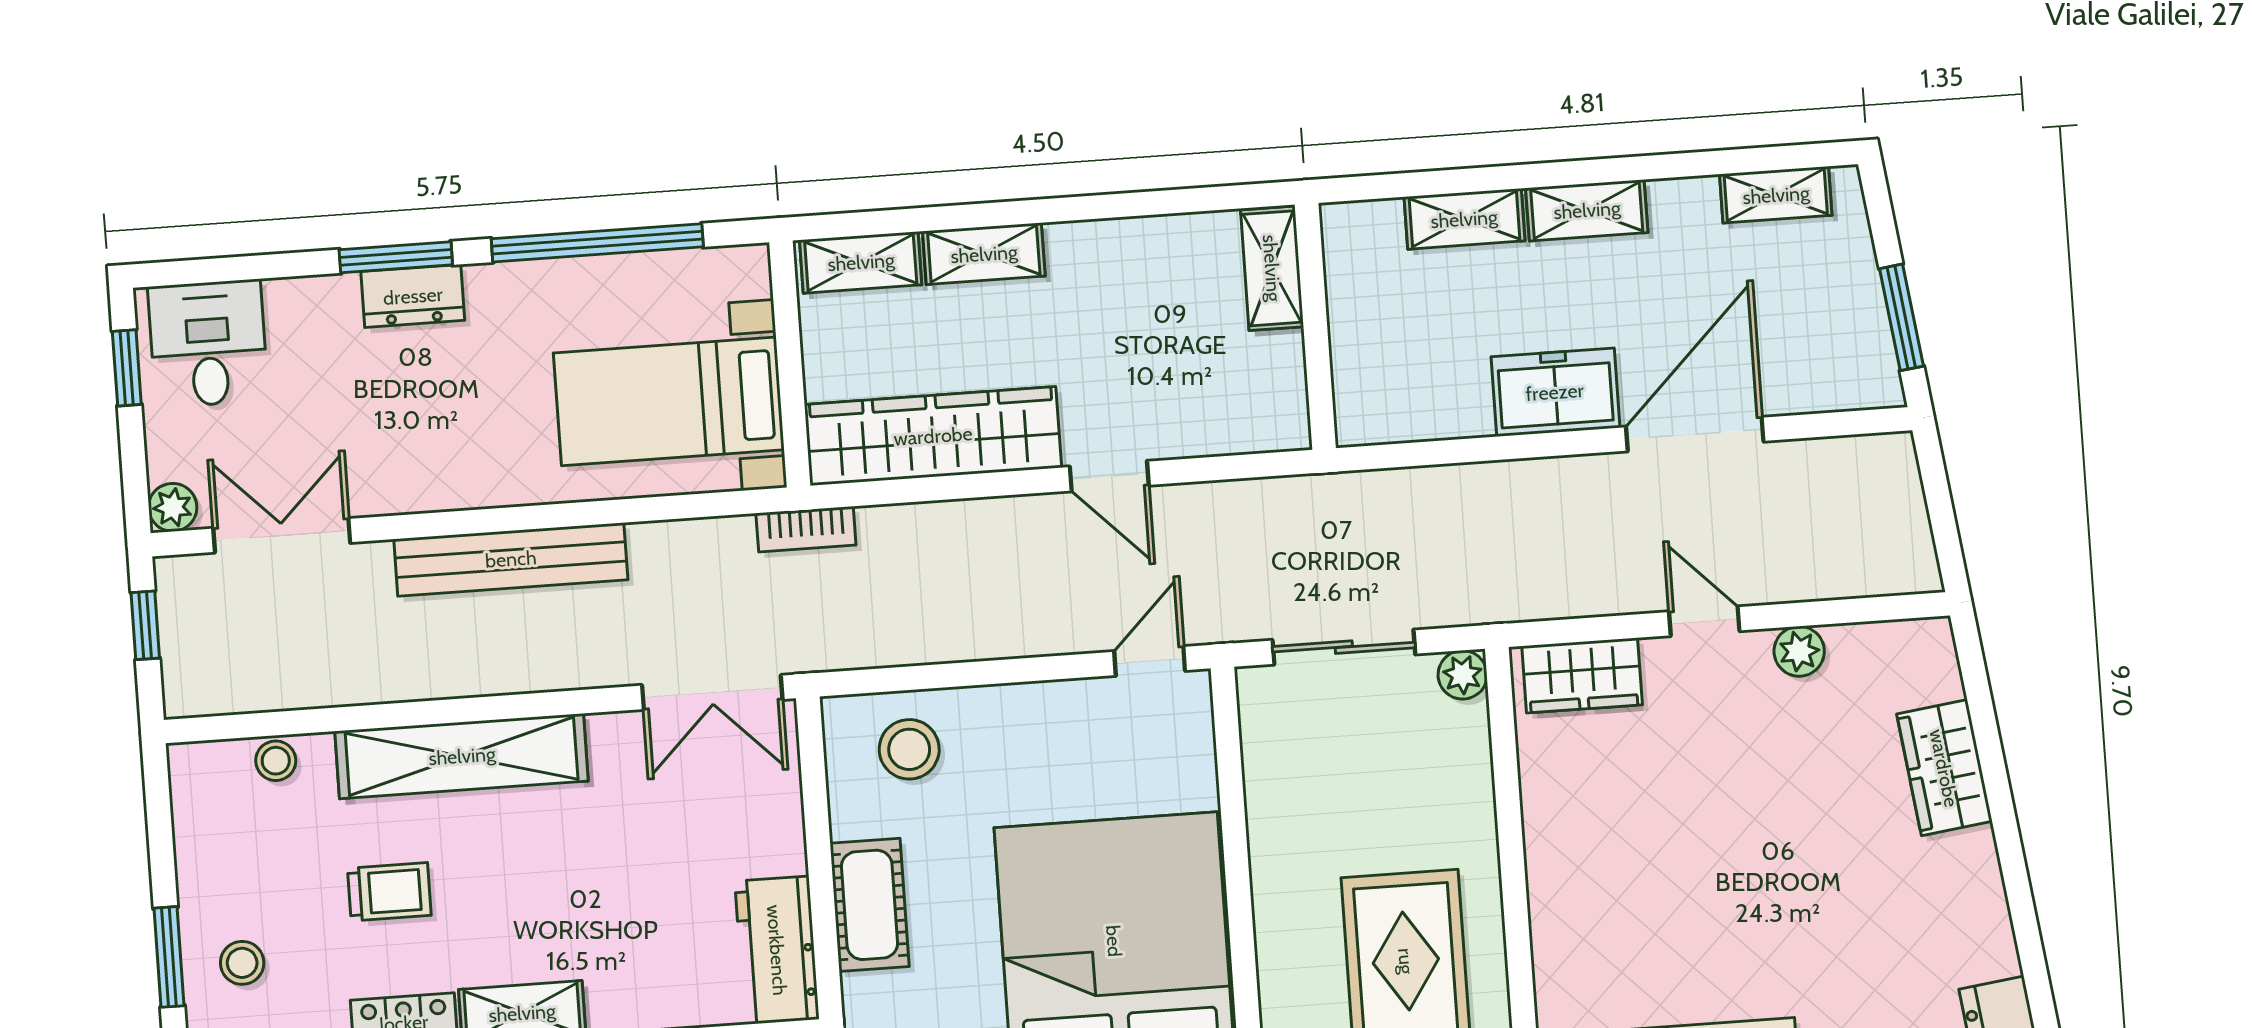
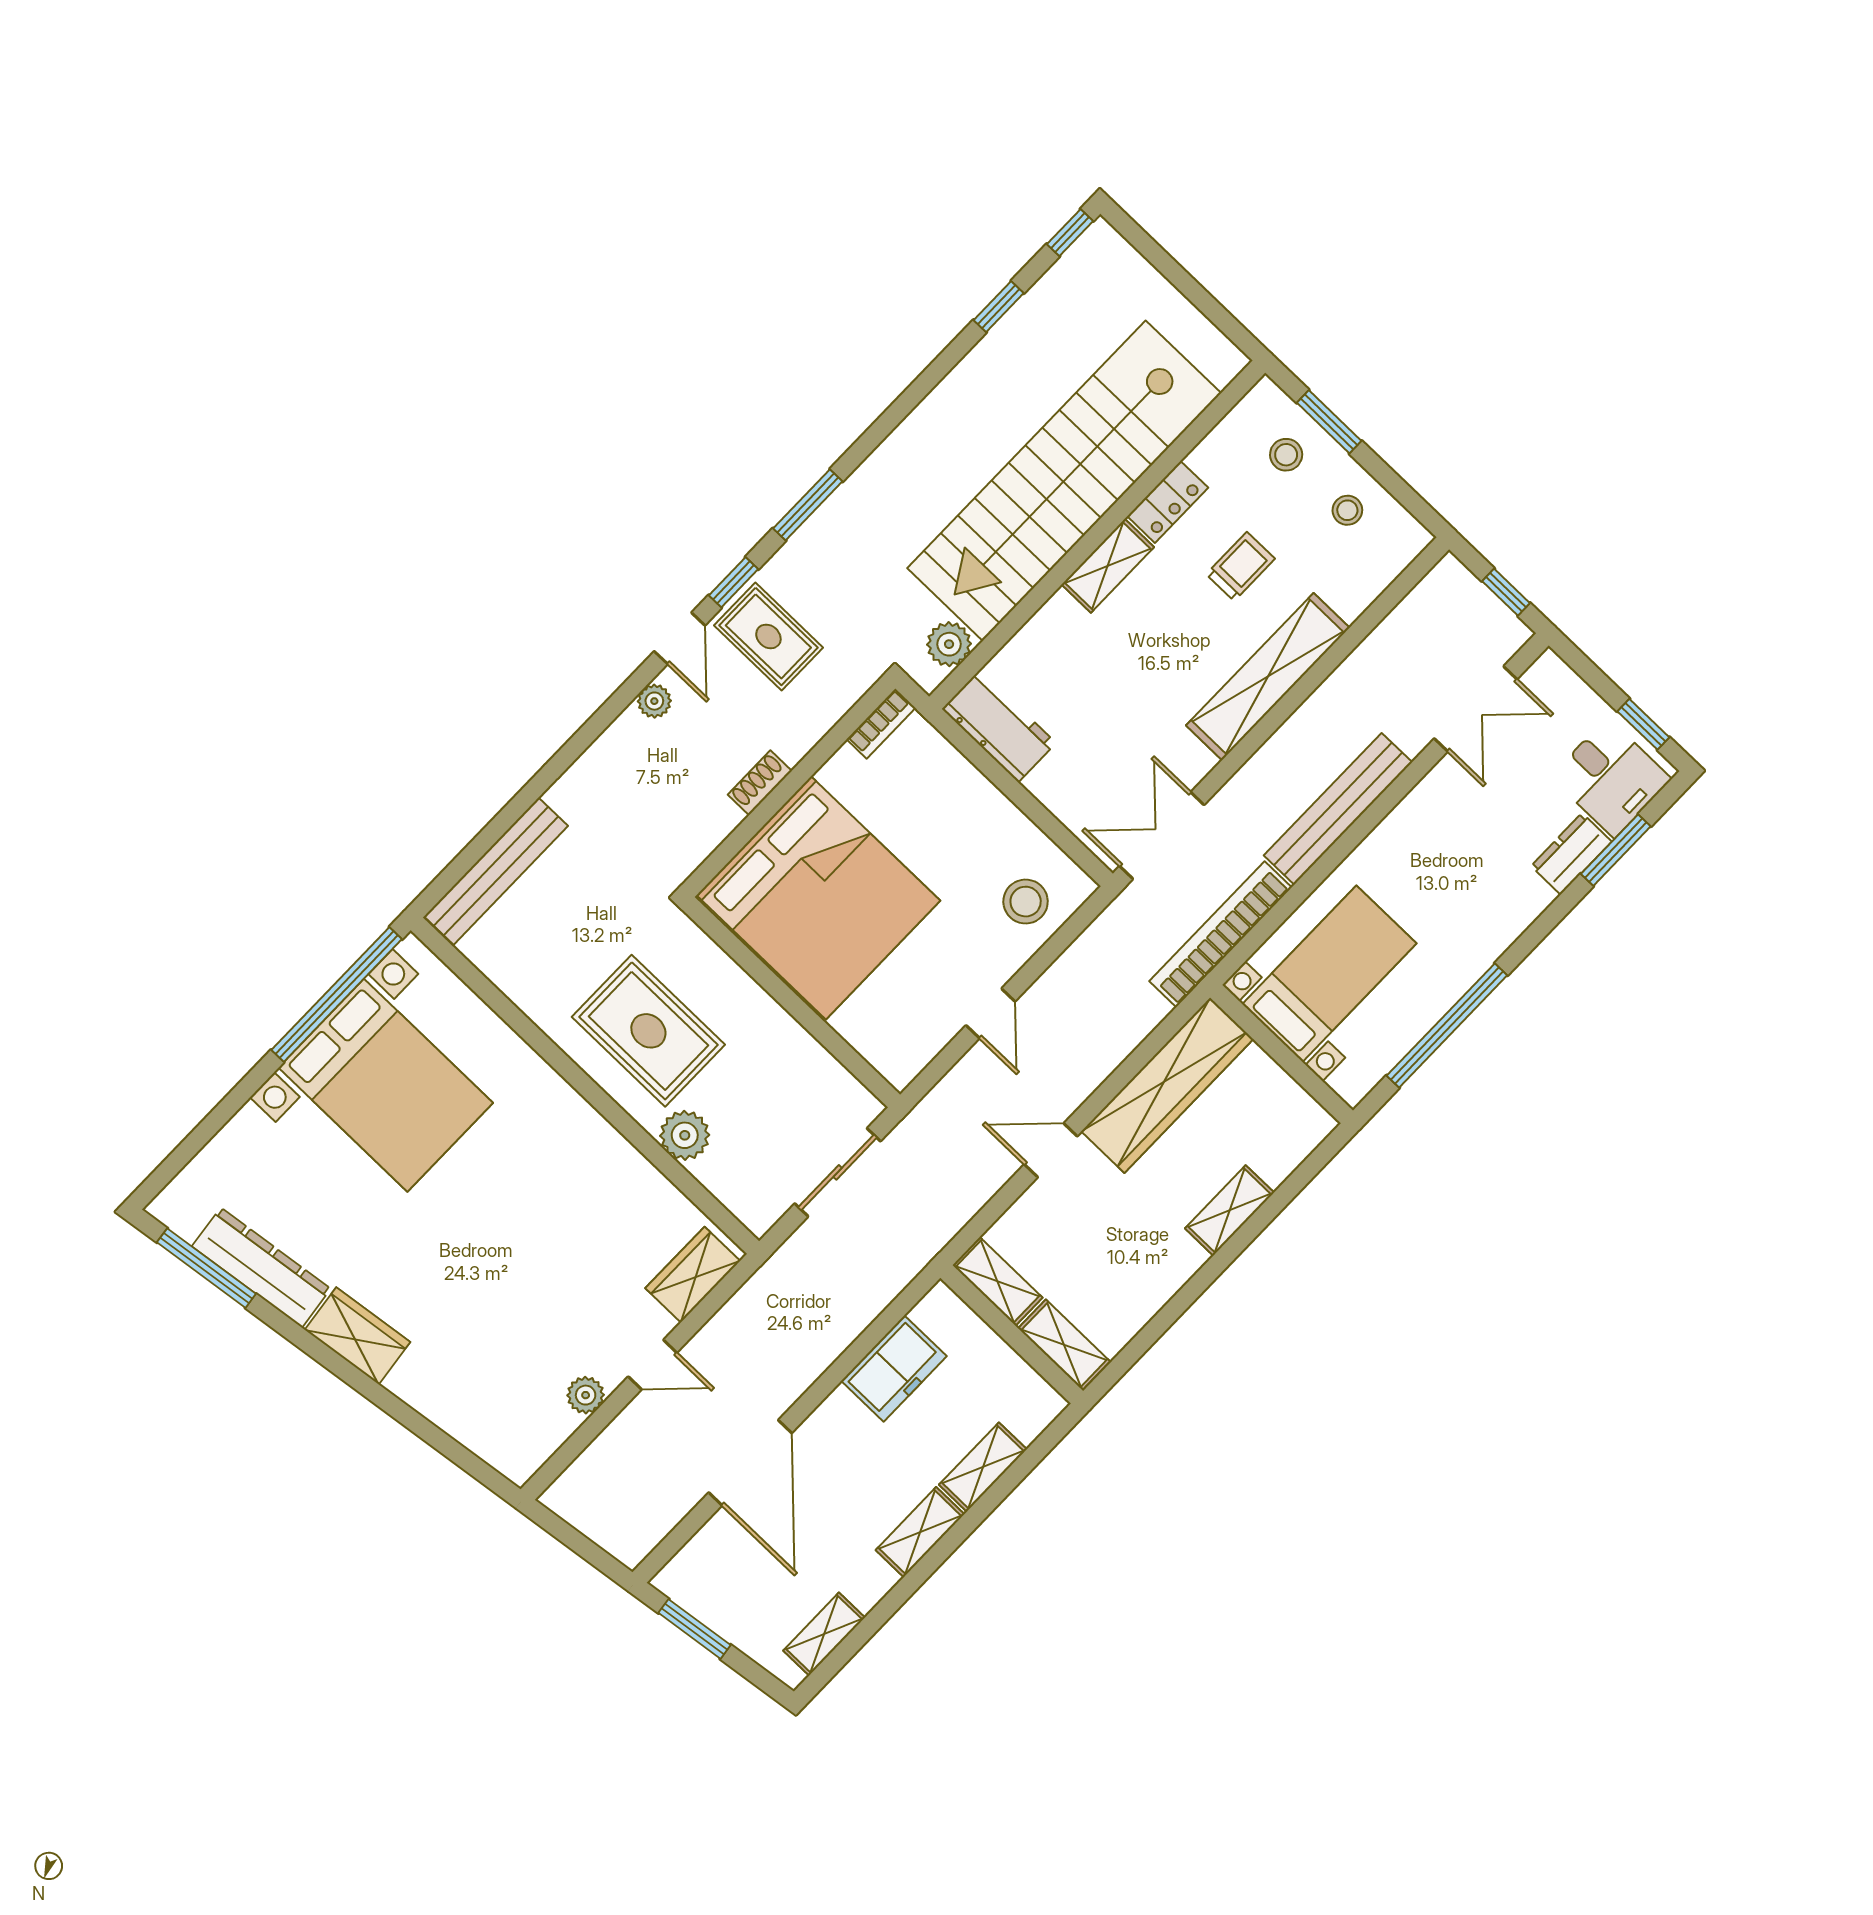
window: (396, 257) -> (1616, 850), moved
shelving: (861, 262) -> (997, 1281), moved, turned 90
dresser: (413, 296) -> (1571, 854), moved
freezer: (1555, 392) -> (894, 1368), moved
plant: (173, 507) -> (1549, 670), removed
bookcase: (806, 529) -> (1221, 934), width x2.31, depth x1.31
door: (1150, 661) -> (991, 1013), moved
plant: (1463, 675) -> (685, 1135), moved, width x1.38, depth x1.38
stool: (276, 761) -> (1347, 510), moved
wardrobe: (1944, 768) -> (357, 1336), moved
trolley: (389, 892) -> (1240, 566), turned 180
cot: (870, 905) -> (970, 797), removed

